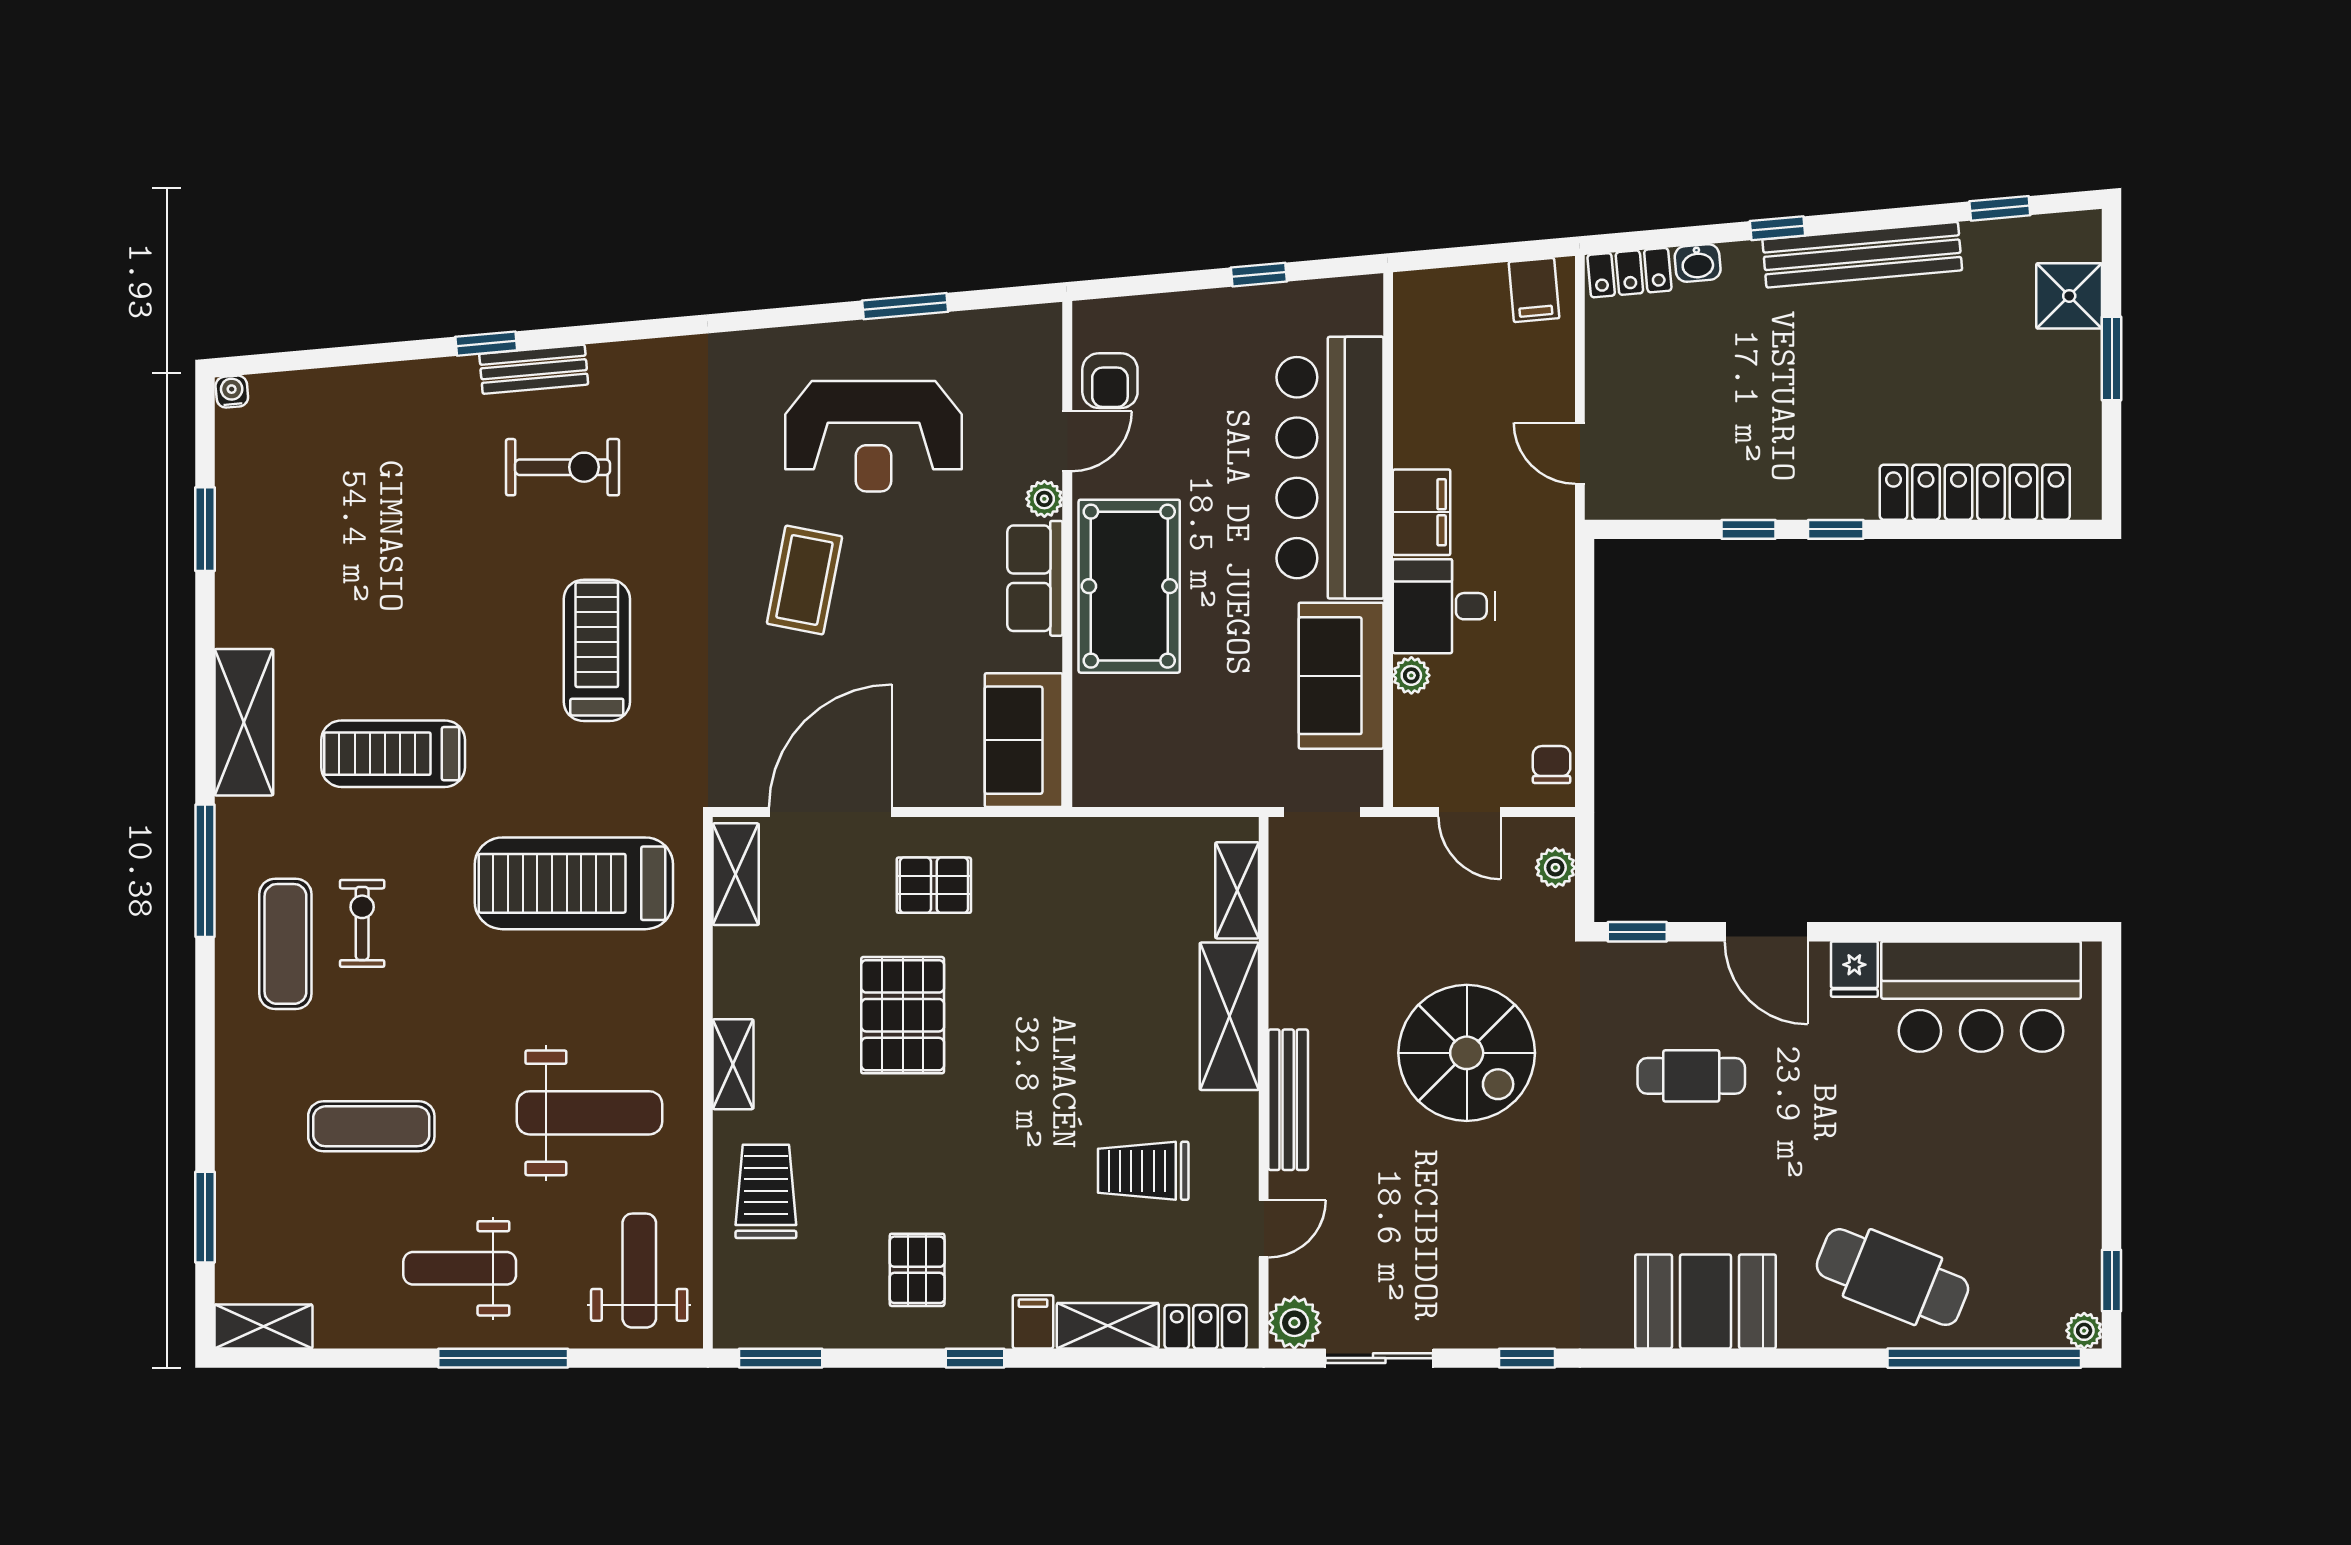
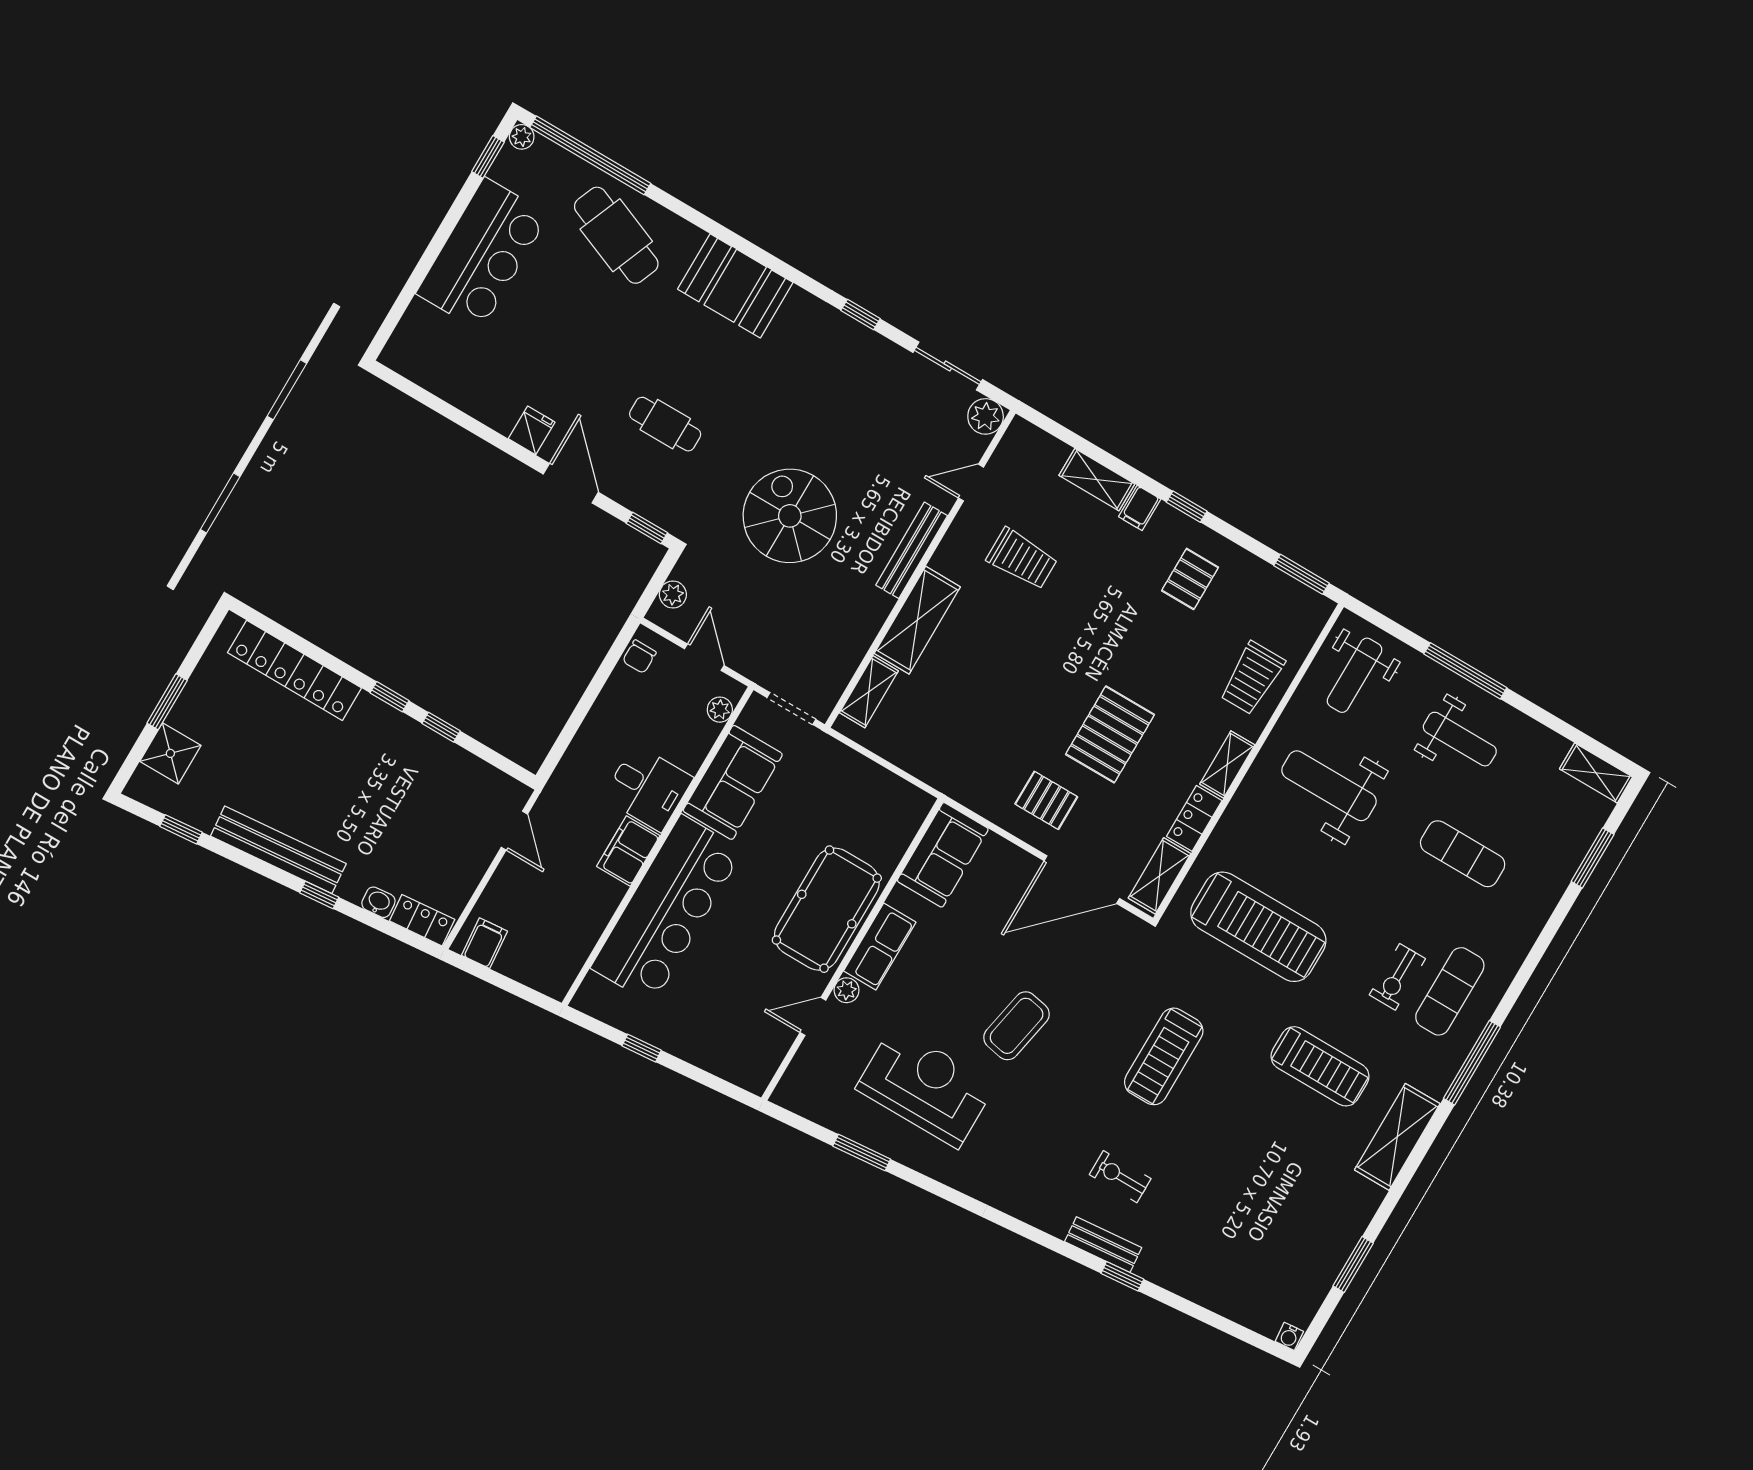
armchair: (1110, 381) -> (767, 1037), removed
exercise bike: (563, 467) -> (1120, 1177), width x0.73, depth x0.72
plant: (1411, 675) -> (720, 710), moved
bar counter: (1981, 997) -> (482, 254), moved, turned 90
locker: (1205, 1327) -> (1194, 818), moved, turned 90

